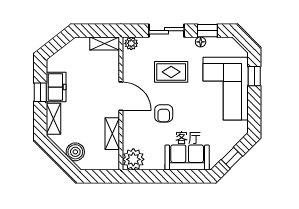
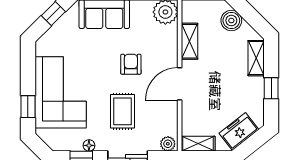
rug: (171, 72) -> (122, 111), turned 90
freezer: (56, 87) -> (239, 131), moved, turned 52
door: (121, 96) -> (180, 84), hinge flipped

